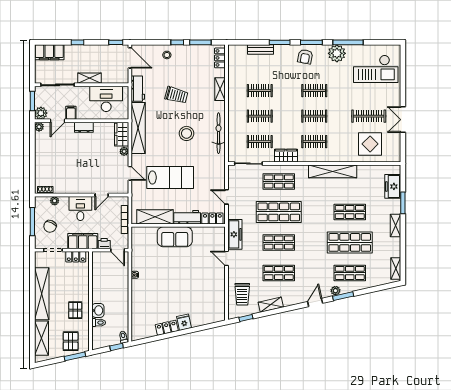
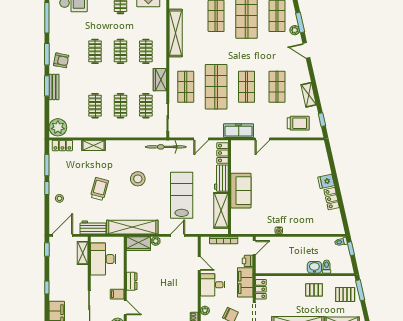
bench: (261, 49) -> (54, 87), moved
plant: (337, 53) -> (58, 127), moved
shelving: (89, 78) -> (83, 253), moved
bicycle: (219, 133) -> (166, 147), moved

